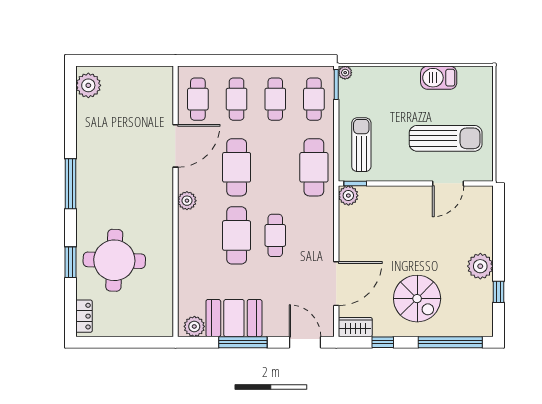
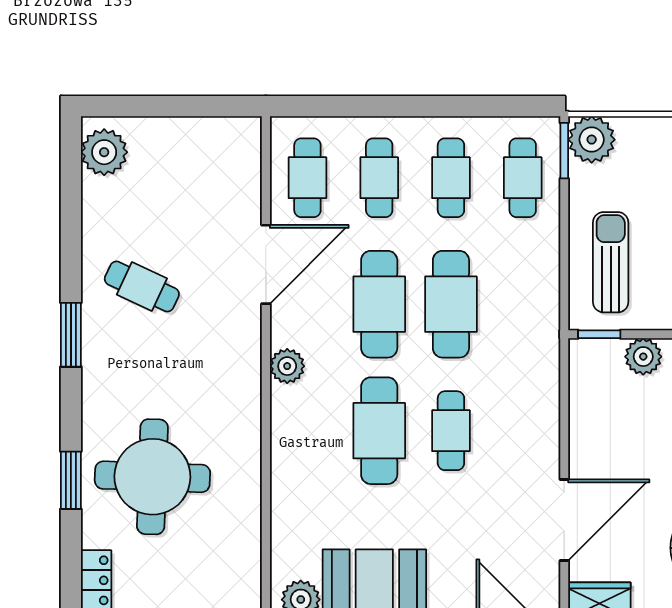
plant: (345, 73) -> (592, 140), width x1.87, depth x1.87
cafe table: (109, 158) -> (142, 286), added
cafe table: (314, 167) -> (451, 304), moved
window: (70, 184) -> (71, 335), width x0.69
plant: (348, 196) -> (643, 357), moved

